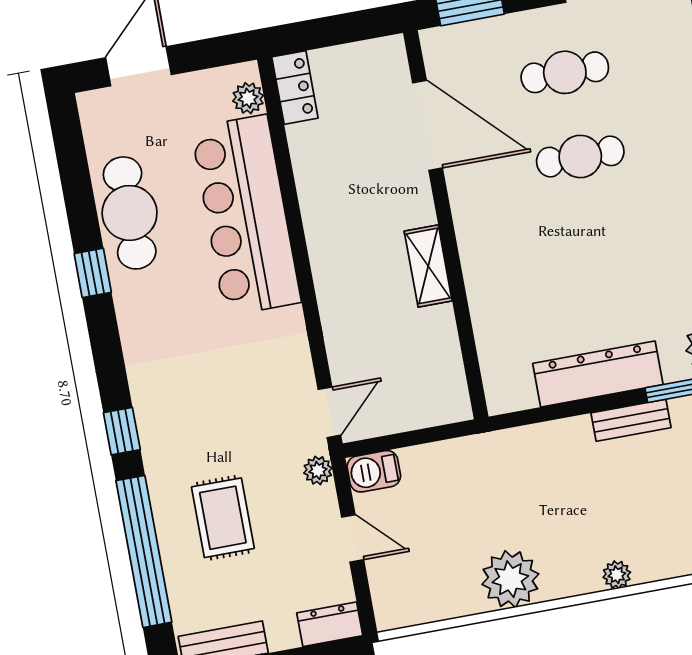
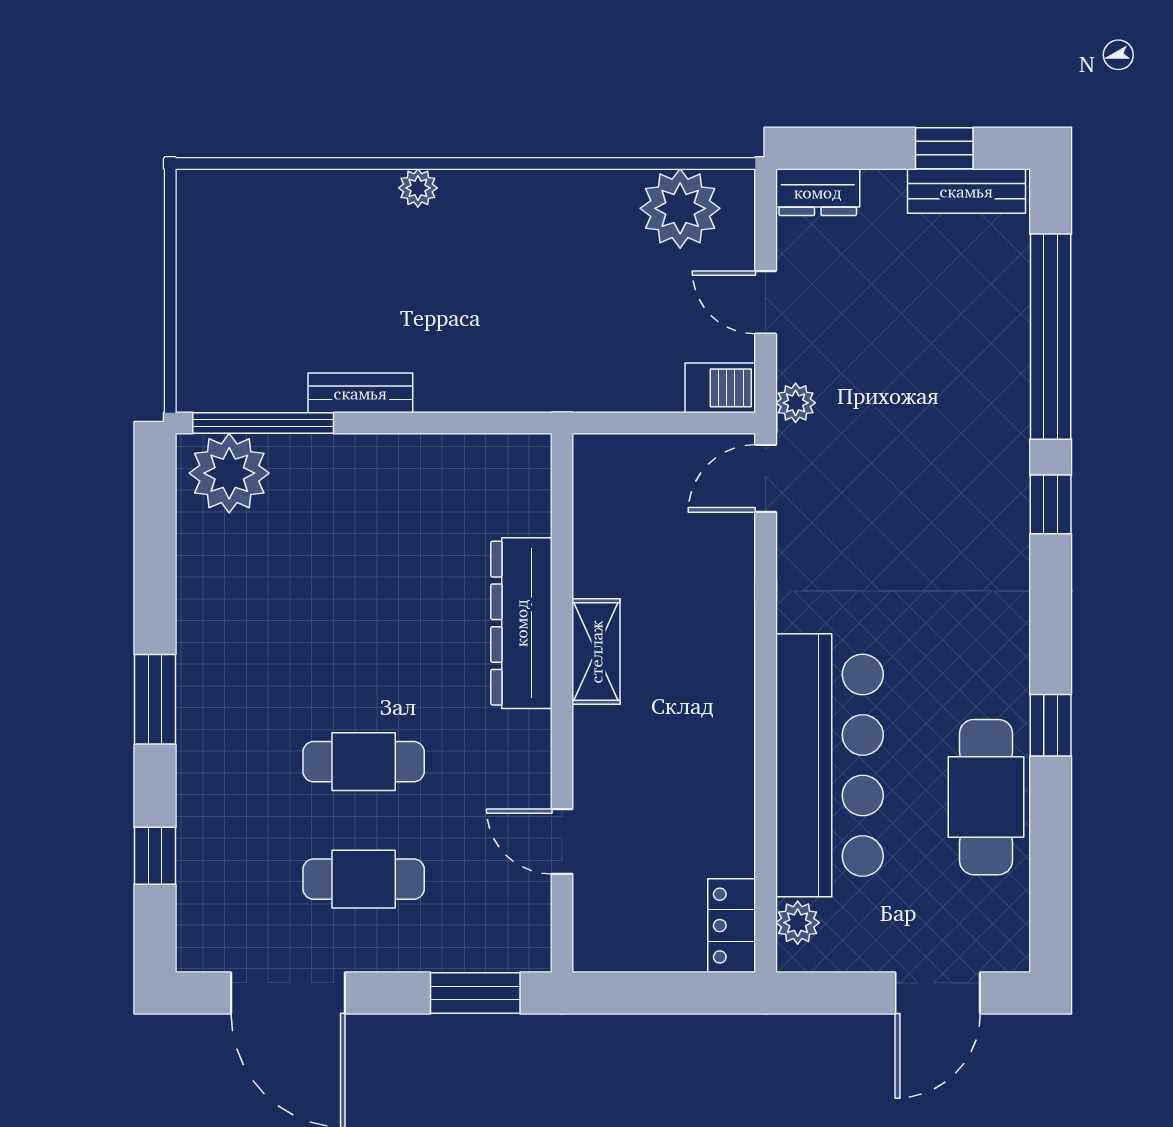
door: (428, 125) -> (562, 841), width x0.53
dresser: (598, 374) -> (521, 623), moved, turned 90
rug: (223, 518) -> (936, 363), removed
plant: (510, 579) -> (680, 208), moved

